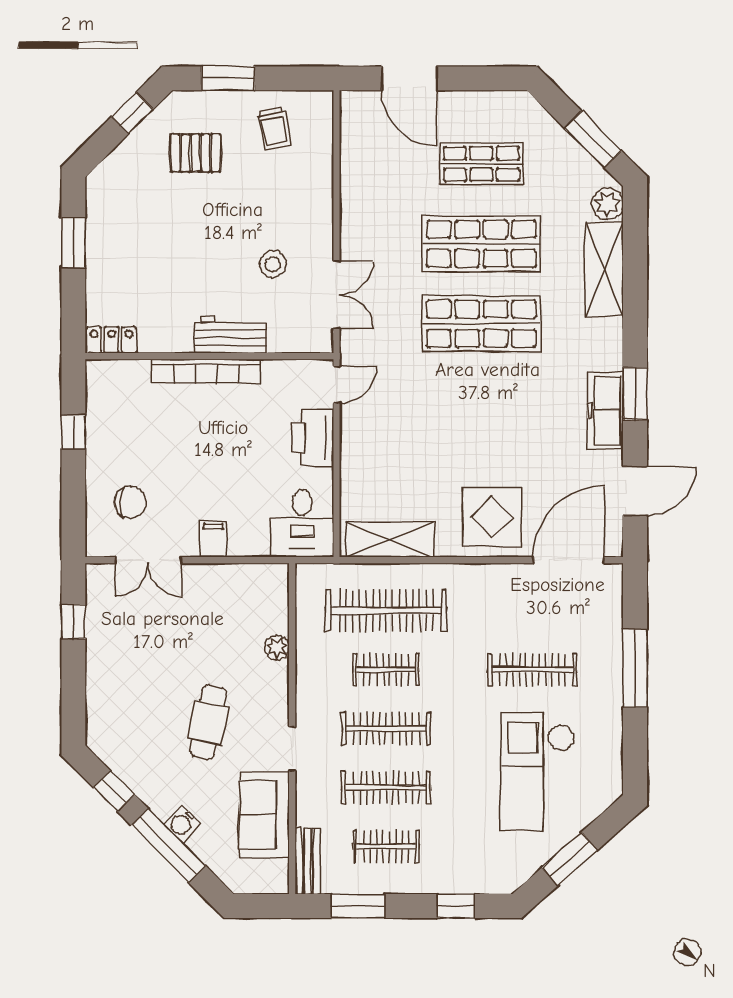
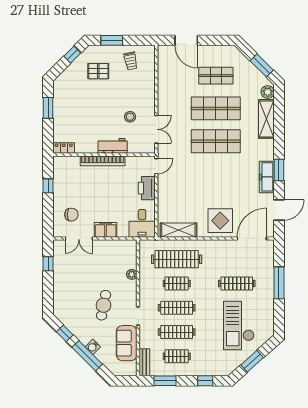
filing cabinet: (213, 539) -> (106, 230), width x2.00

